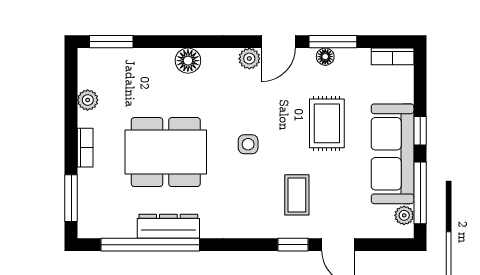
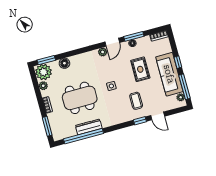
floor lamp: (188, 61) -> (64, 63), moved
plant: (97, 68) -> (44, 72), added

